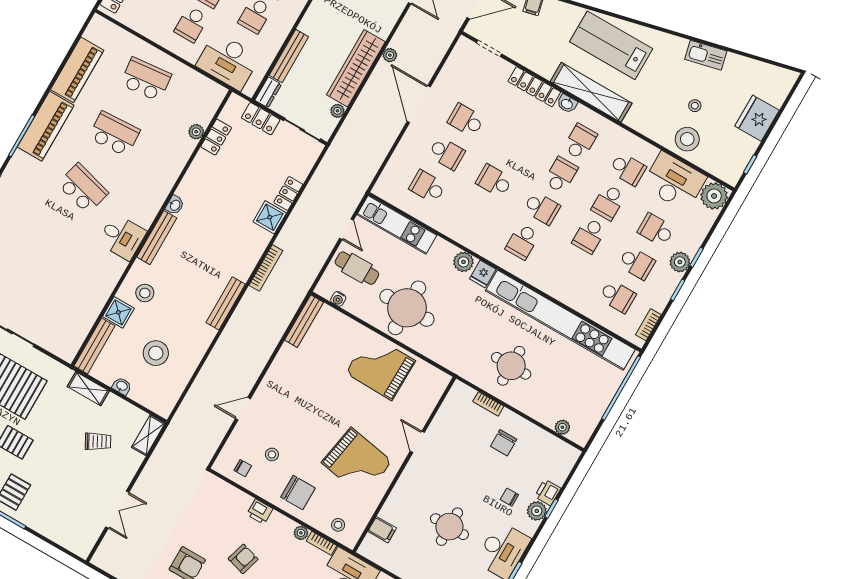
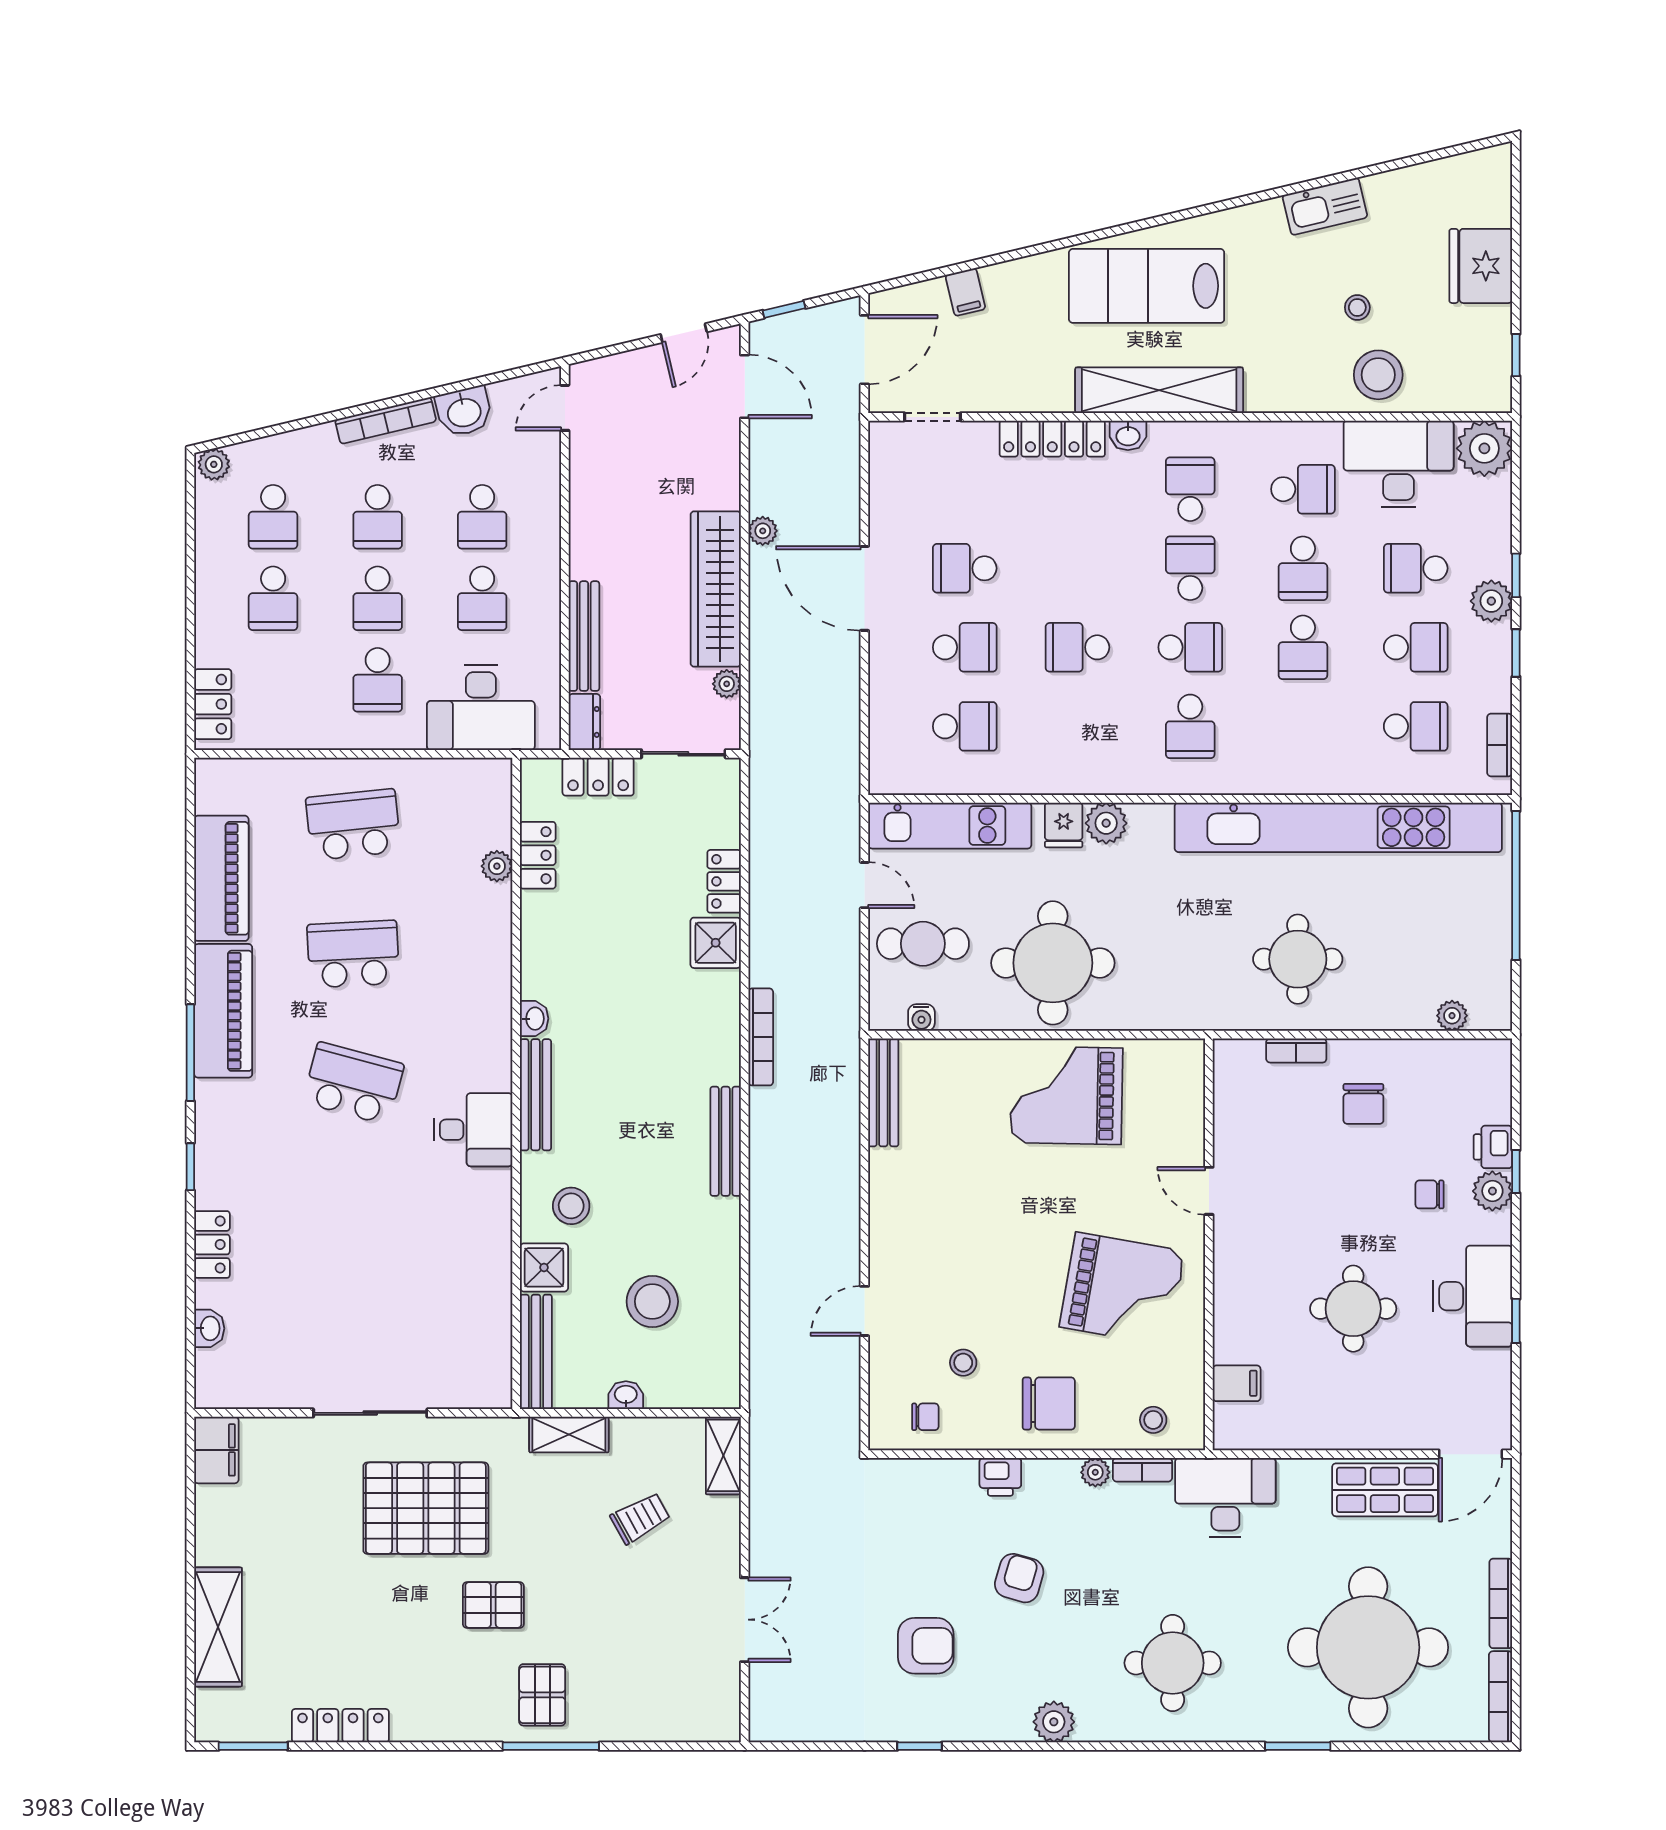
school desk: (427, 187) -> (965, 726), turned 180
fridge: (483, 274) -> (1064, 825), moved

